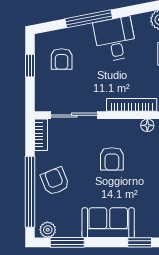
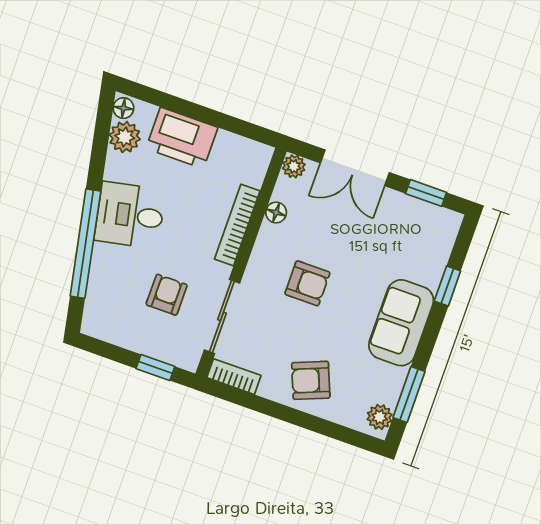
window: (89, 19) -> (85, 244), width x1.46
armchair: (62, 59) -> (167, 295), moved, turned -90
window: (30, 66) -> (155, 367), moved
window: (30, 192) -> (313, 423), removed

